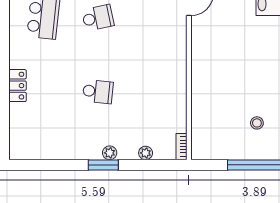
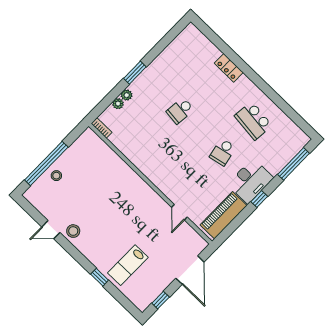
stool: (257, 123) -> (56, 176), moved
plant: (110, 153) -> (127, 95), moved

